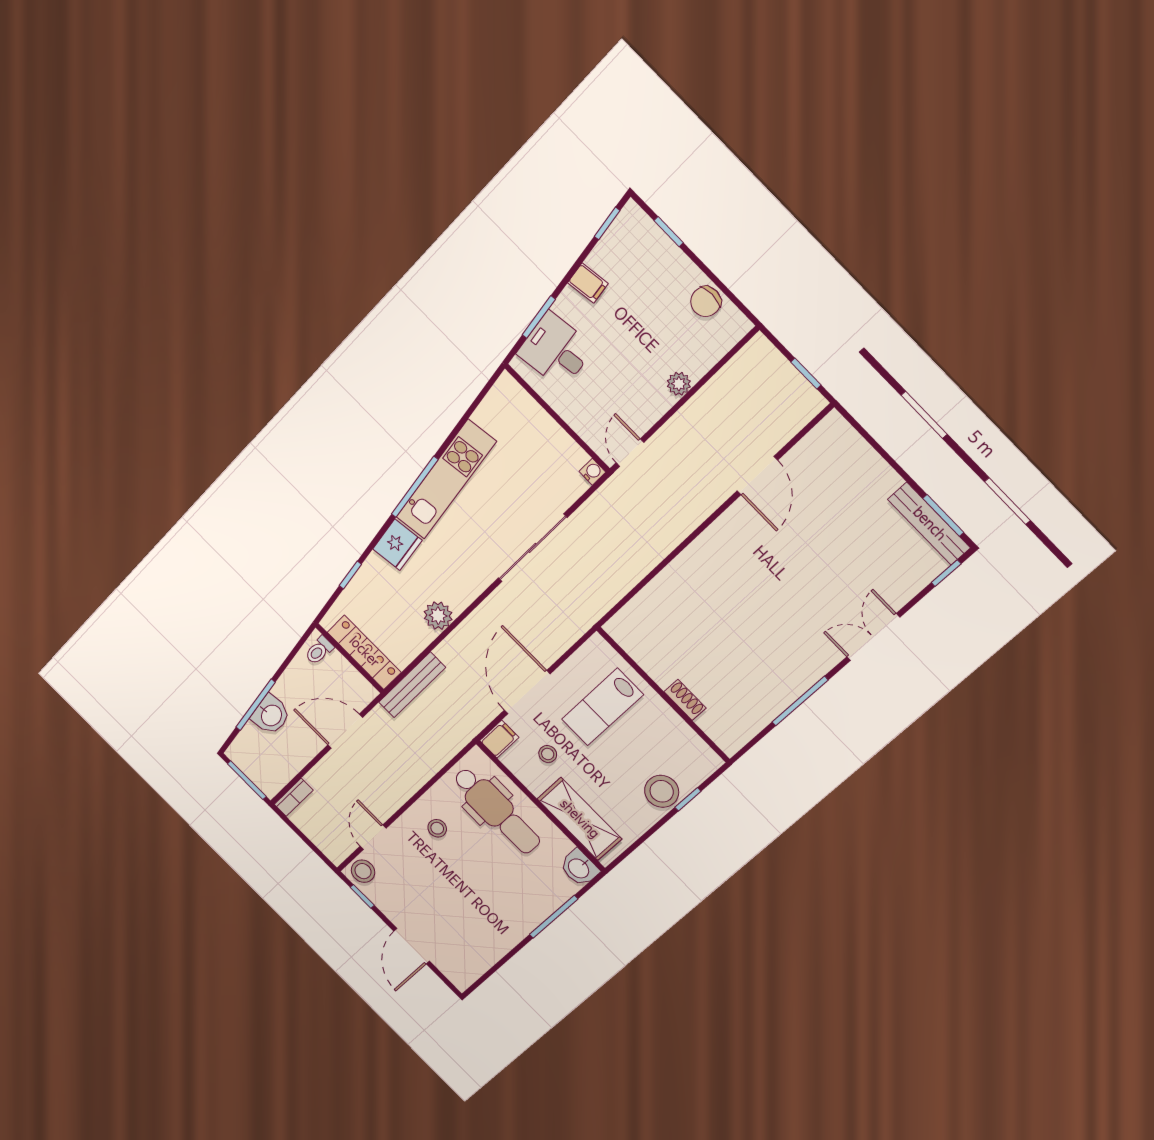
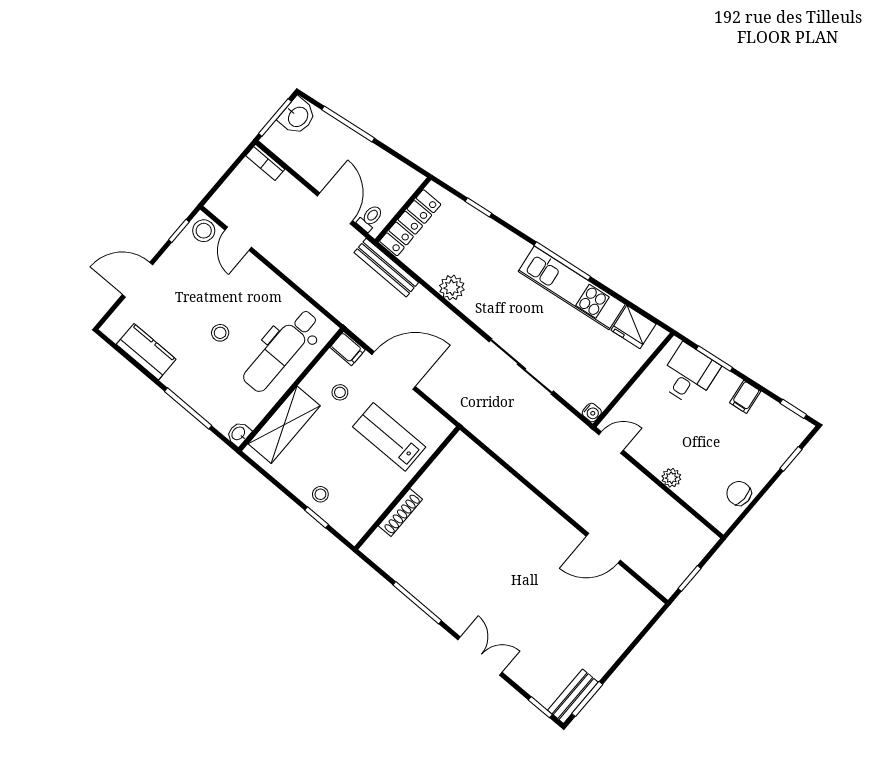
bench: (929, 524) -> (573, 696), width x0.73
fridge: (397, 545) -> (633, 327), moved
toilet: (319, 650) -> (370, 218), moved, turned 90
shoe rack: (685, 700) -> (400, 513), width x1.43
washbasin: (271, 715) -> (297, 116), moved, turned -82
stool: (662, 791) -> (320, 494), width x0.53, depth x0.53
stool: (437, 828) -> (220, 333), moved
door: (373, 837) -> (238, 239), swing flipped
washbasin: (579, 868) -> (239, 434), width x0.72, depth x0.69
kitchen counter: (489, 950) -> (146, 352), added

